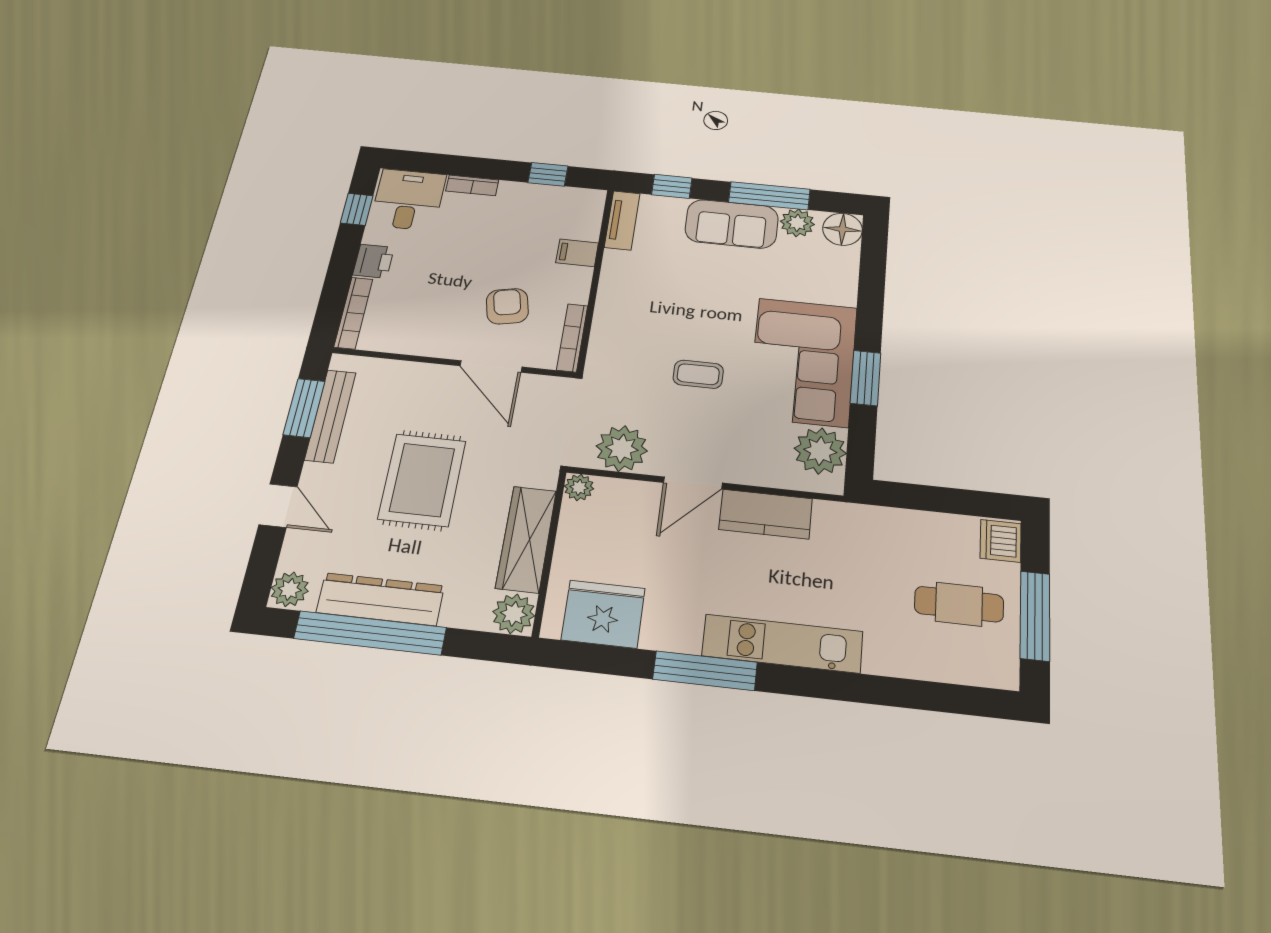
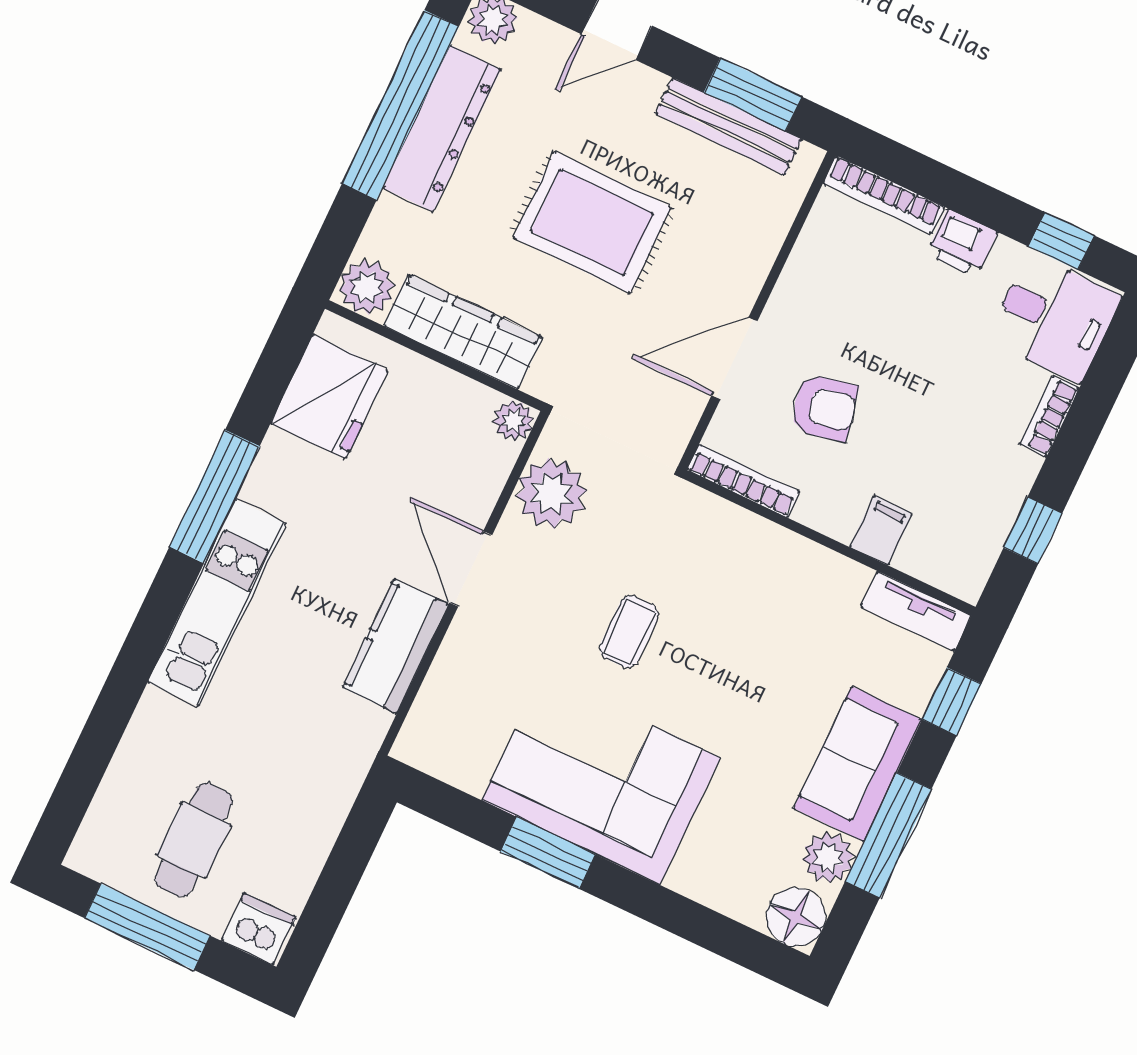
plant: (820, 451) -> (461, 750), removed

